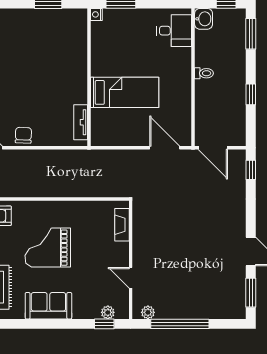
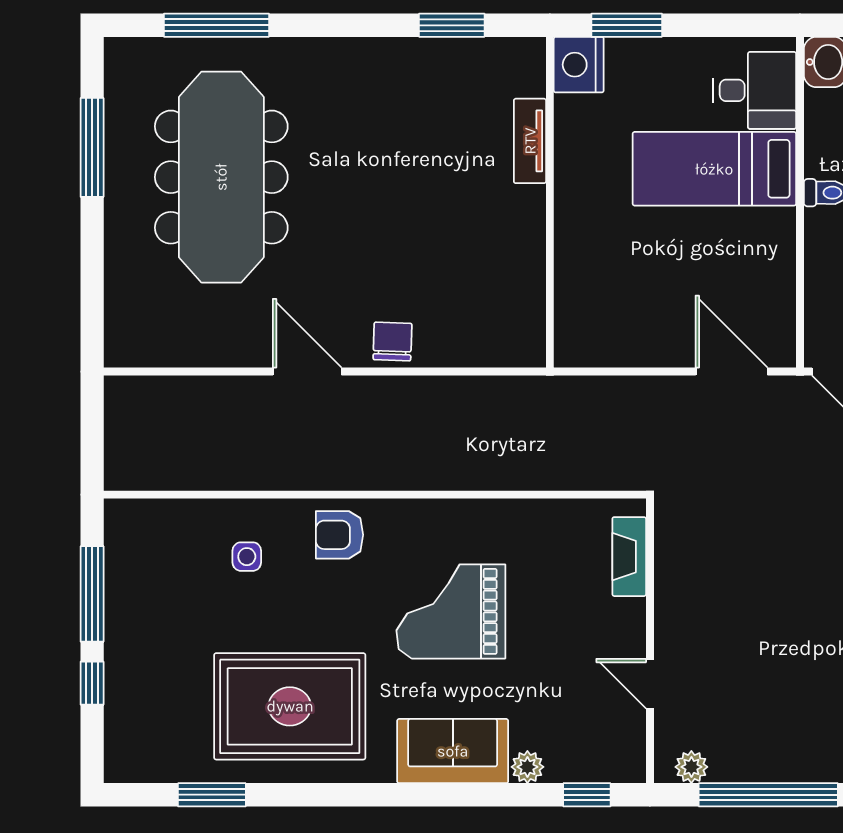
nightstand: (96, 14) -> (579, 65), width x1.89, depth x1.79
bed: (125, 92) -> (714, 169), moved, turned 180
tv unit: (81, 122) -> (530, 141), moved
plant: (108, 312) -> (527, 767), moved

